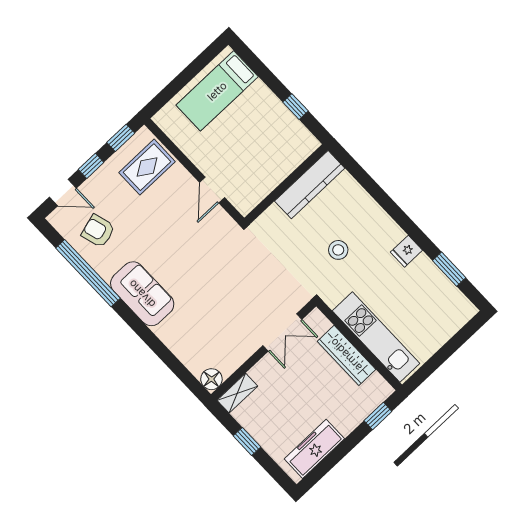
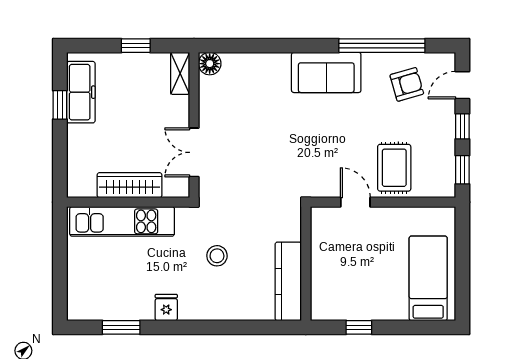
rug: (147, 167) -> (394, 168), moved
window: (378, 416) -> (60, 105), moved

